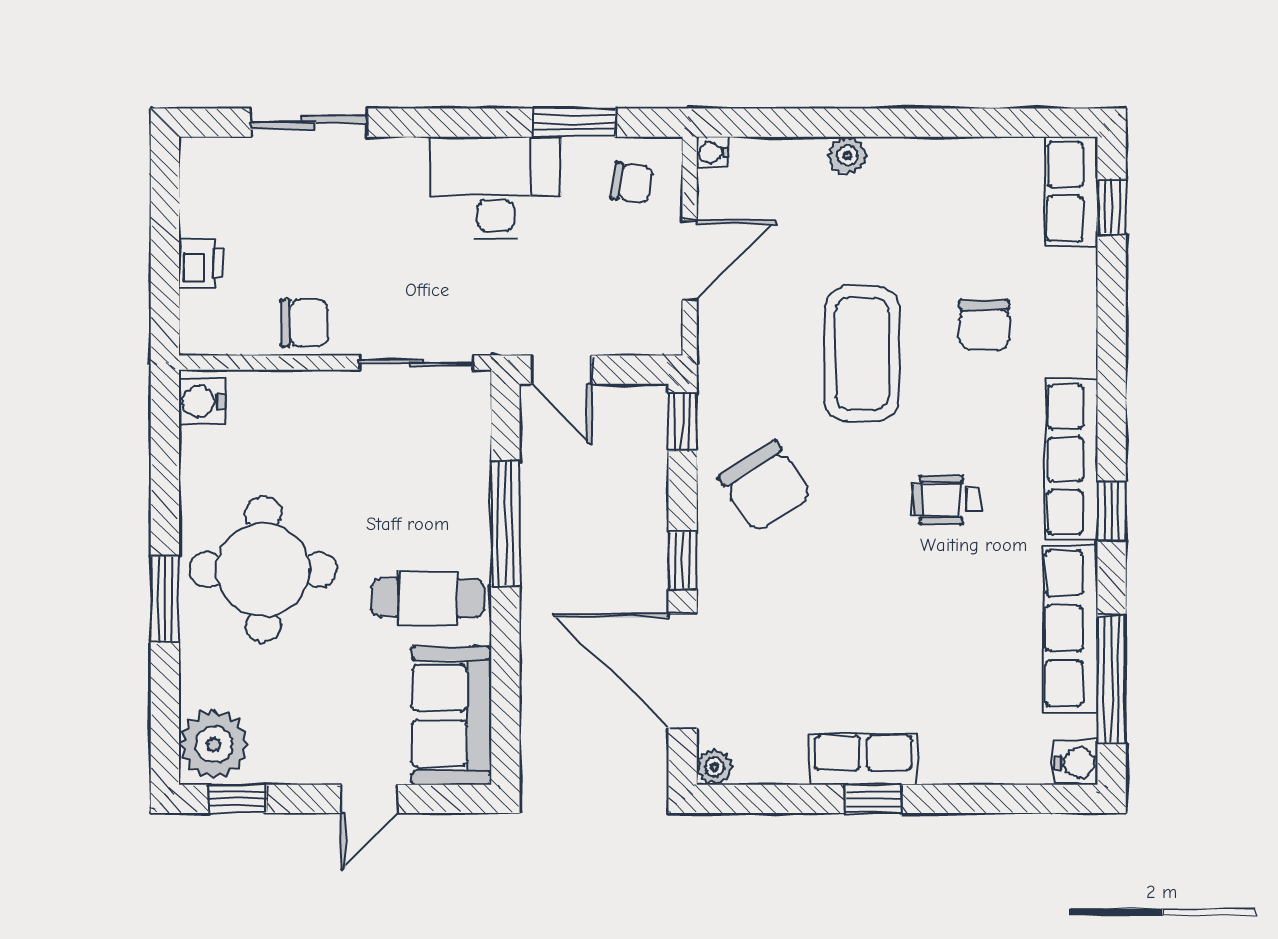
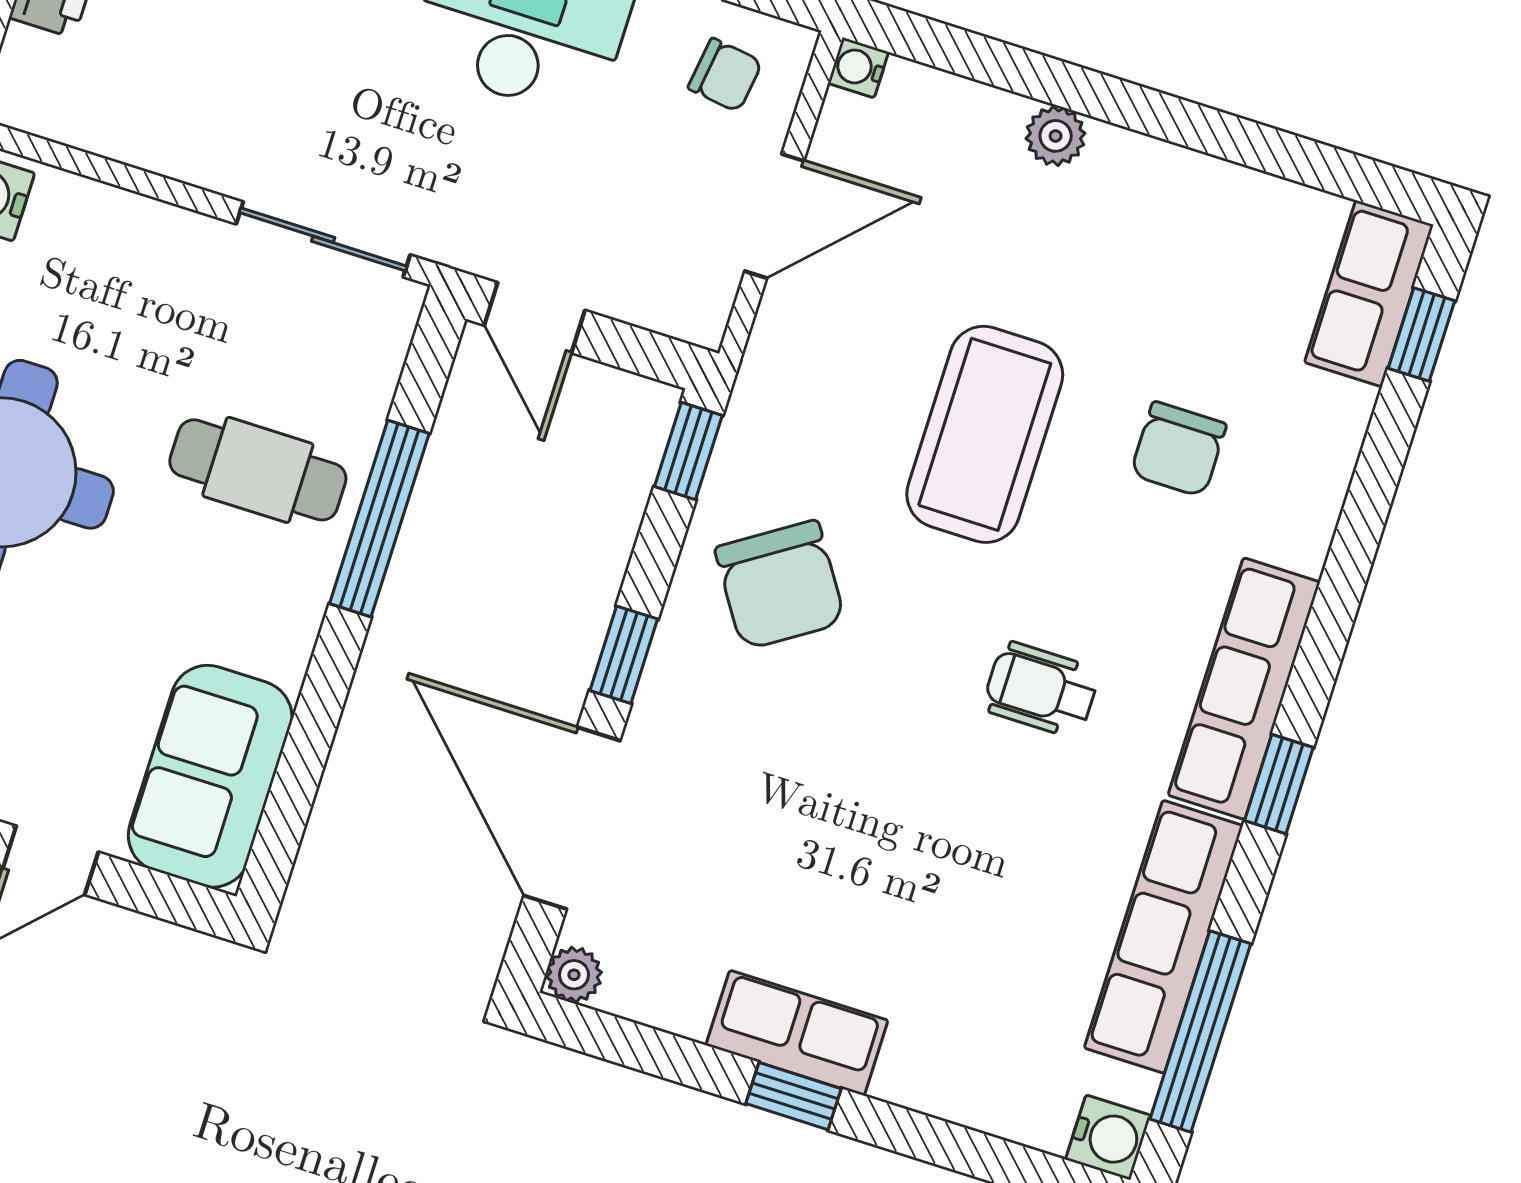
chair: (304, 323) -> (177, 128), removed
cafe table: (428, 598) -> (258, 470), moved

